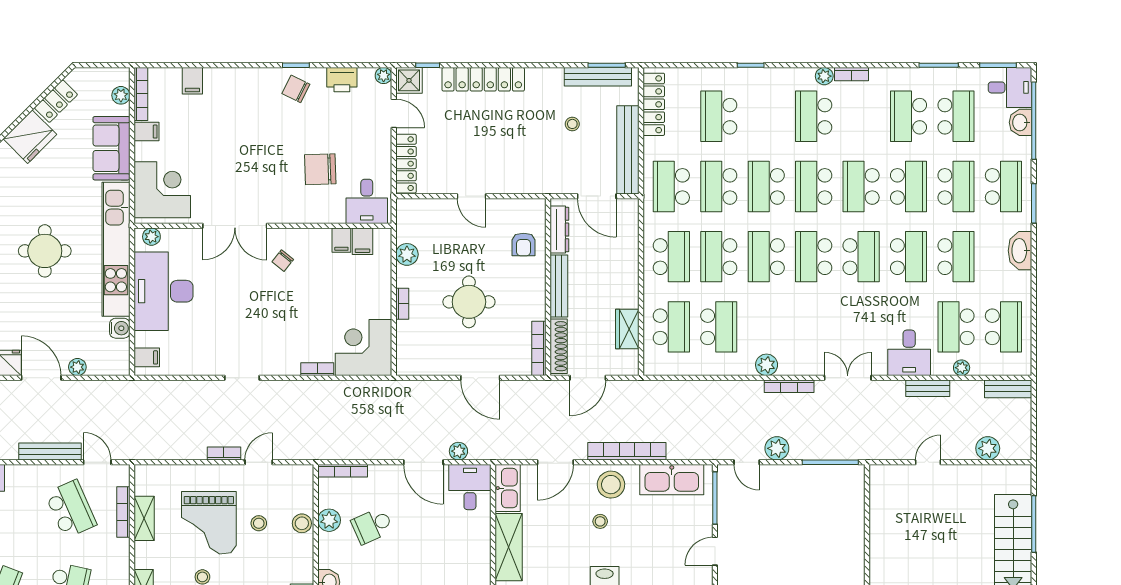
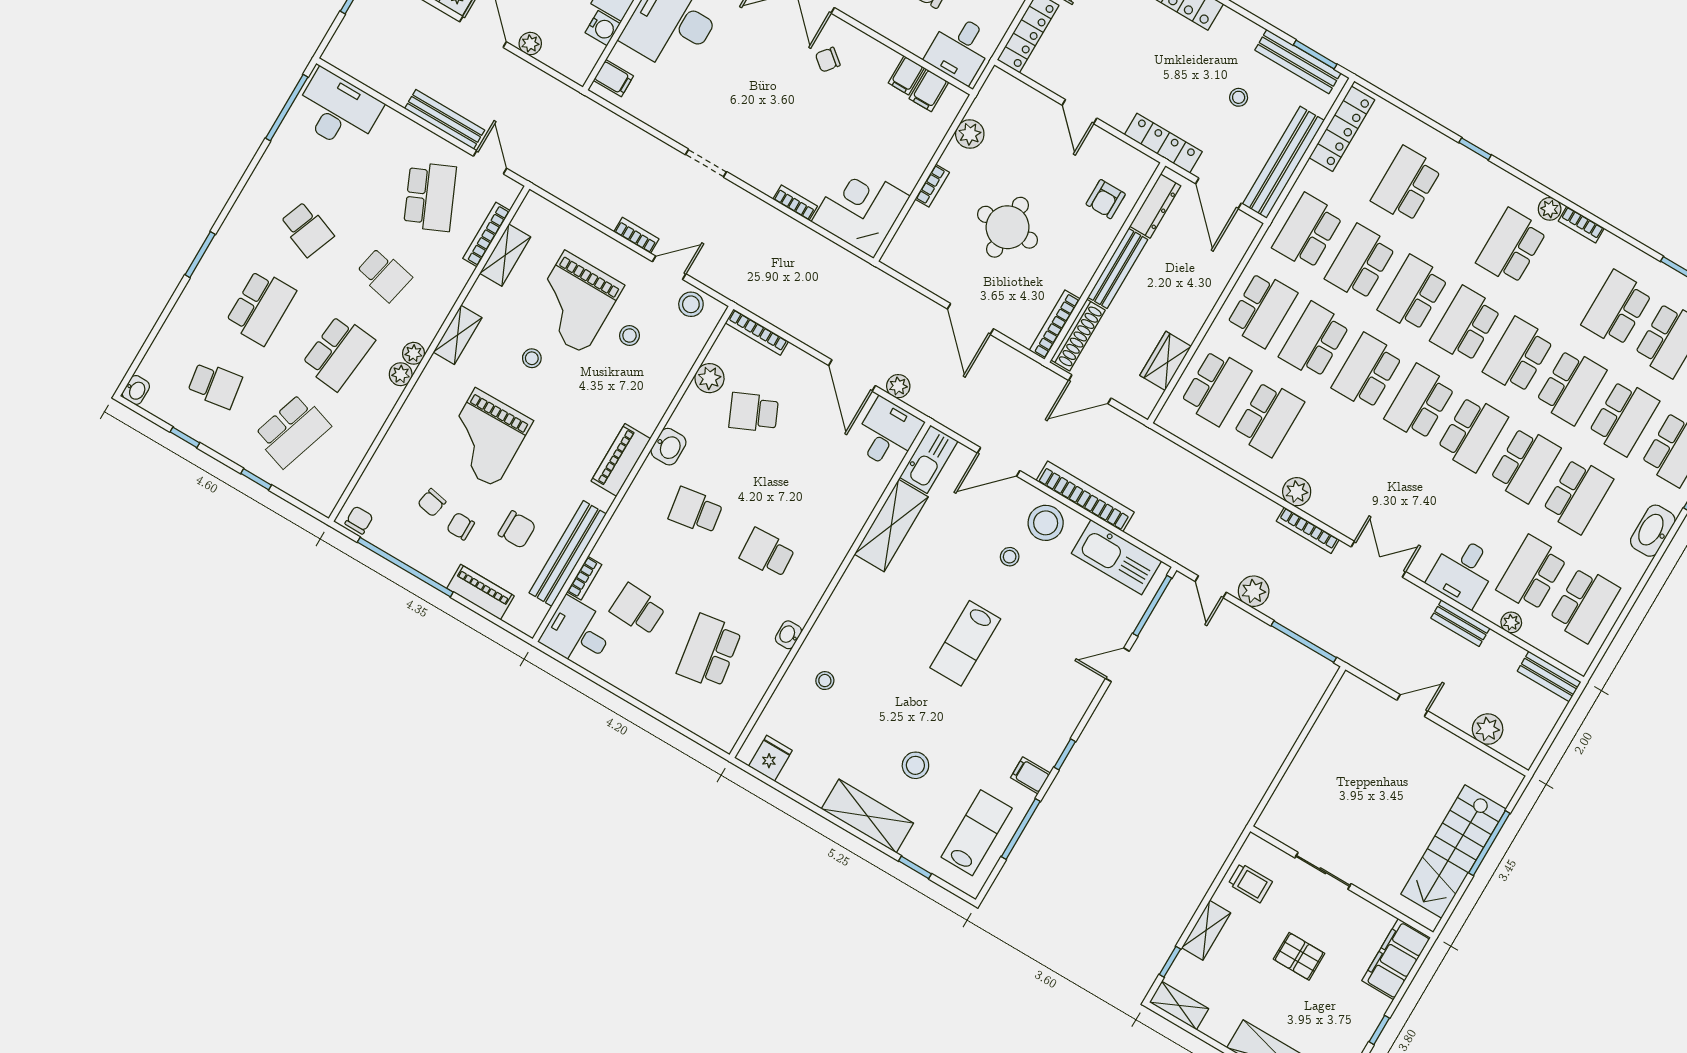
locker: (540, 184) -> (1163, 143), added
stool: (302, 523) -> (691, 304), moved

